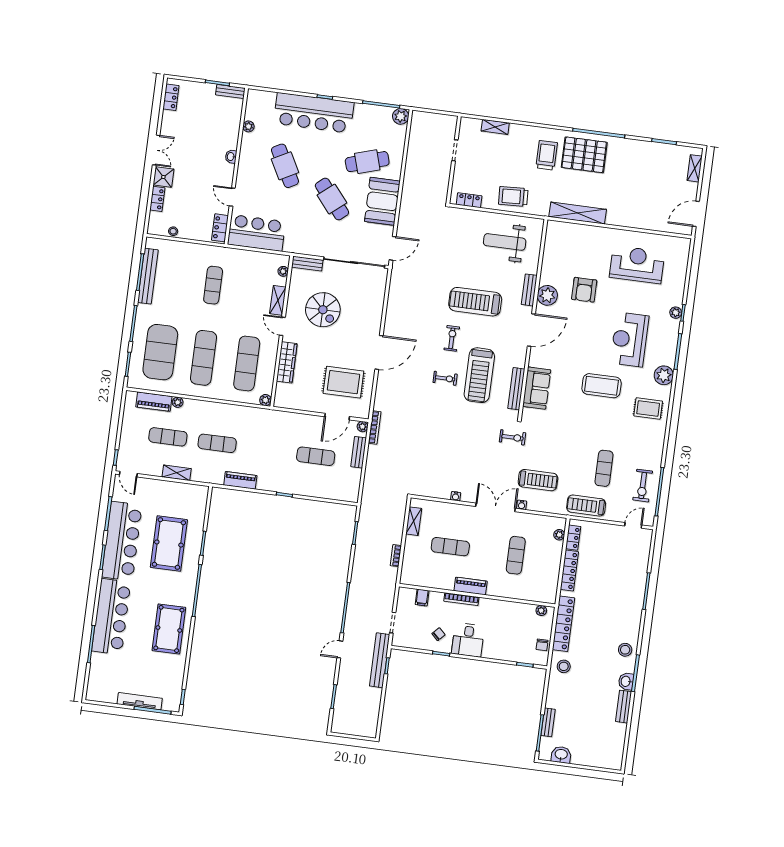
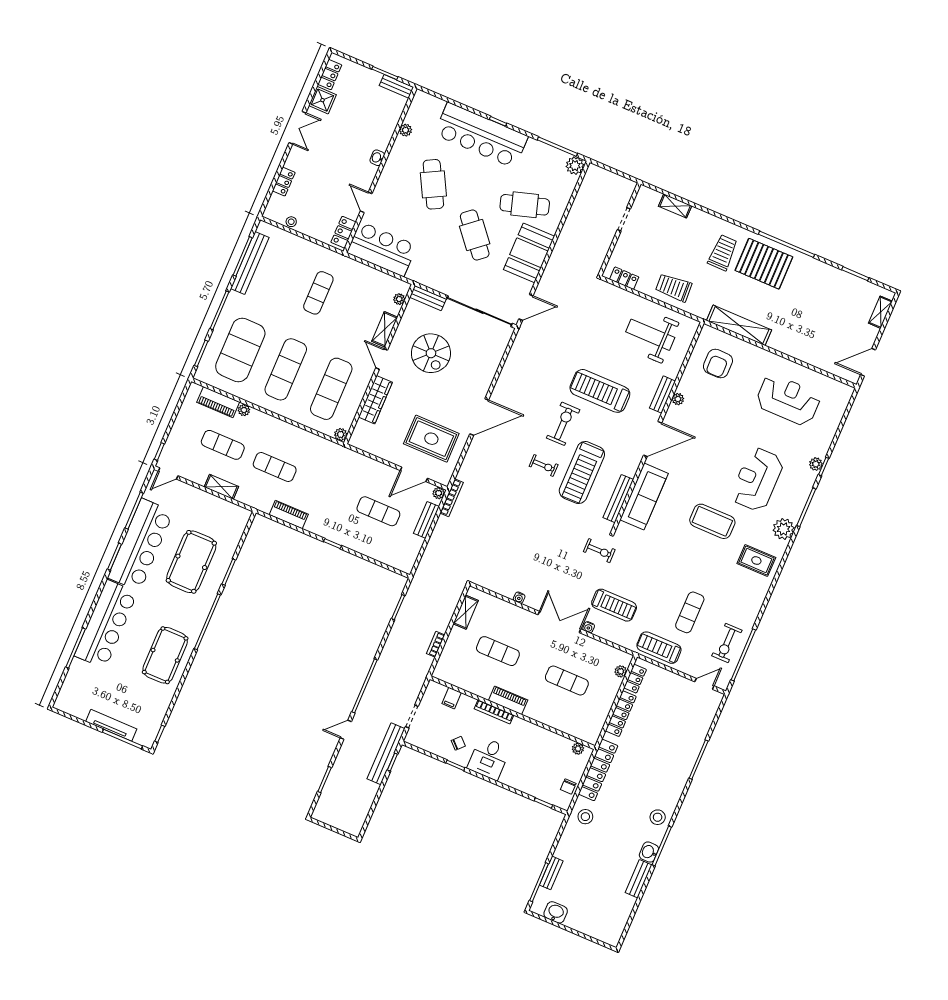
shower: (163, 177) -> (322, 100), moved
armchair: (584, 290) -> (718, 364), moved
plant: (547, 295) -> (678, 399), width x0.53, depth x0.53
exercise bike: (452, 338) -> (563, 424), width x1.38, depth x1.39
sofa: (537, 388) -> (644, 497), width x1.36
door: (128, 474) -> (168, 474), hinge flipped
exercise mat: (516, 555) -> (567, 680), turned 90

